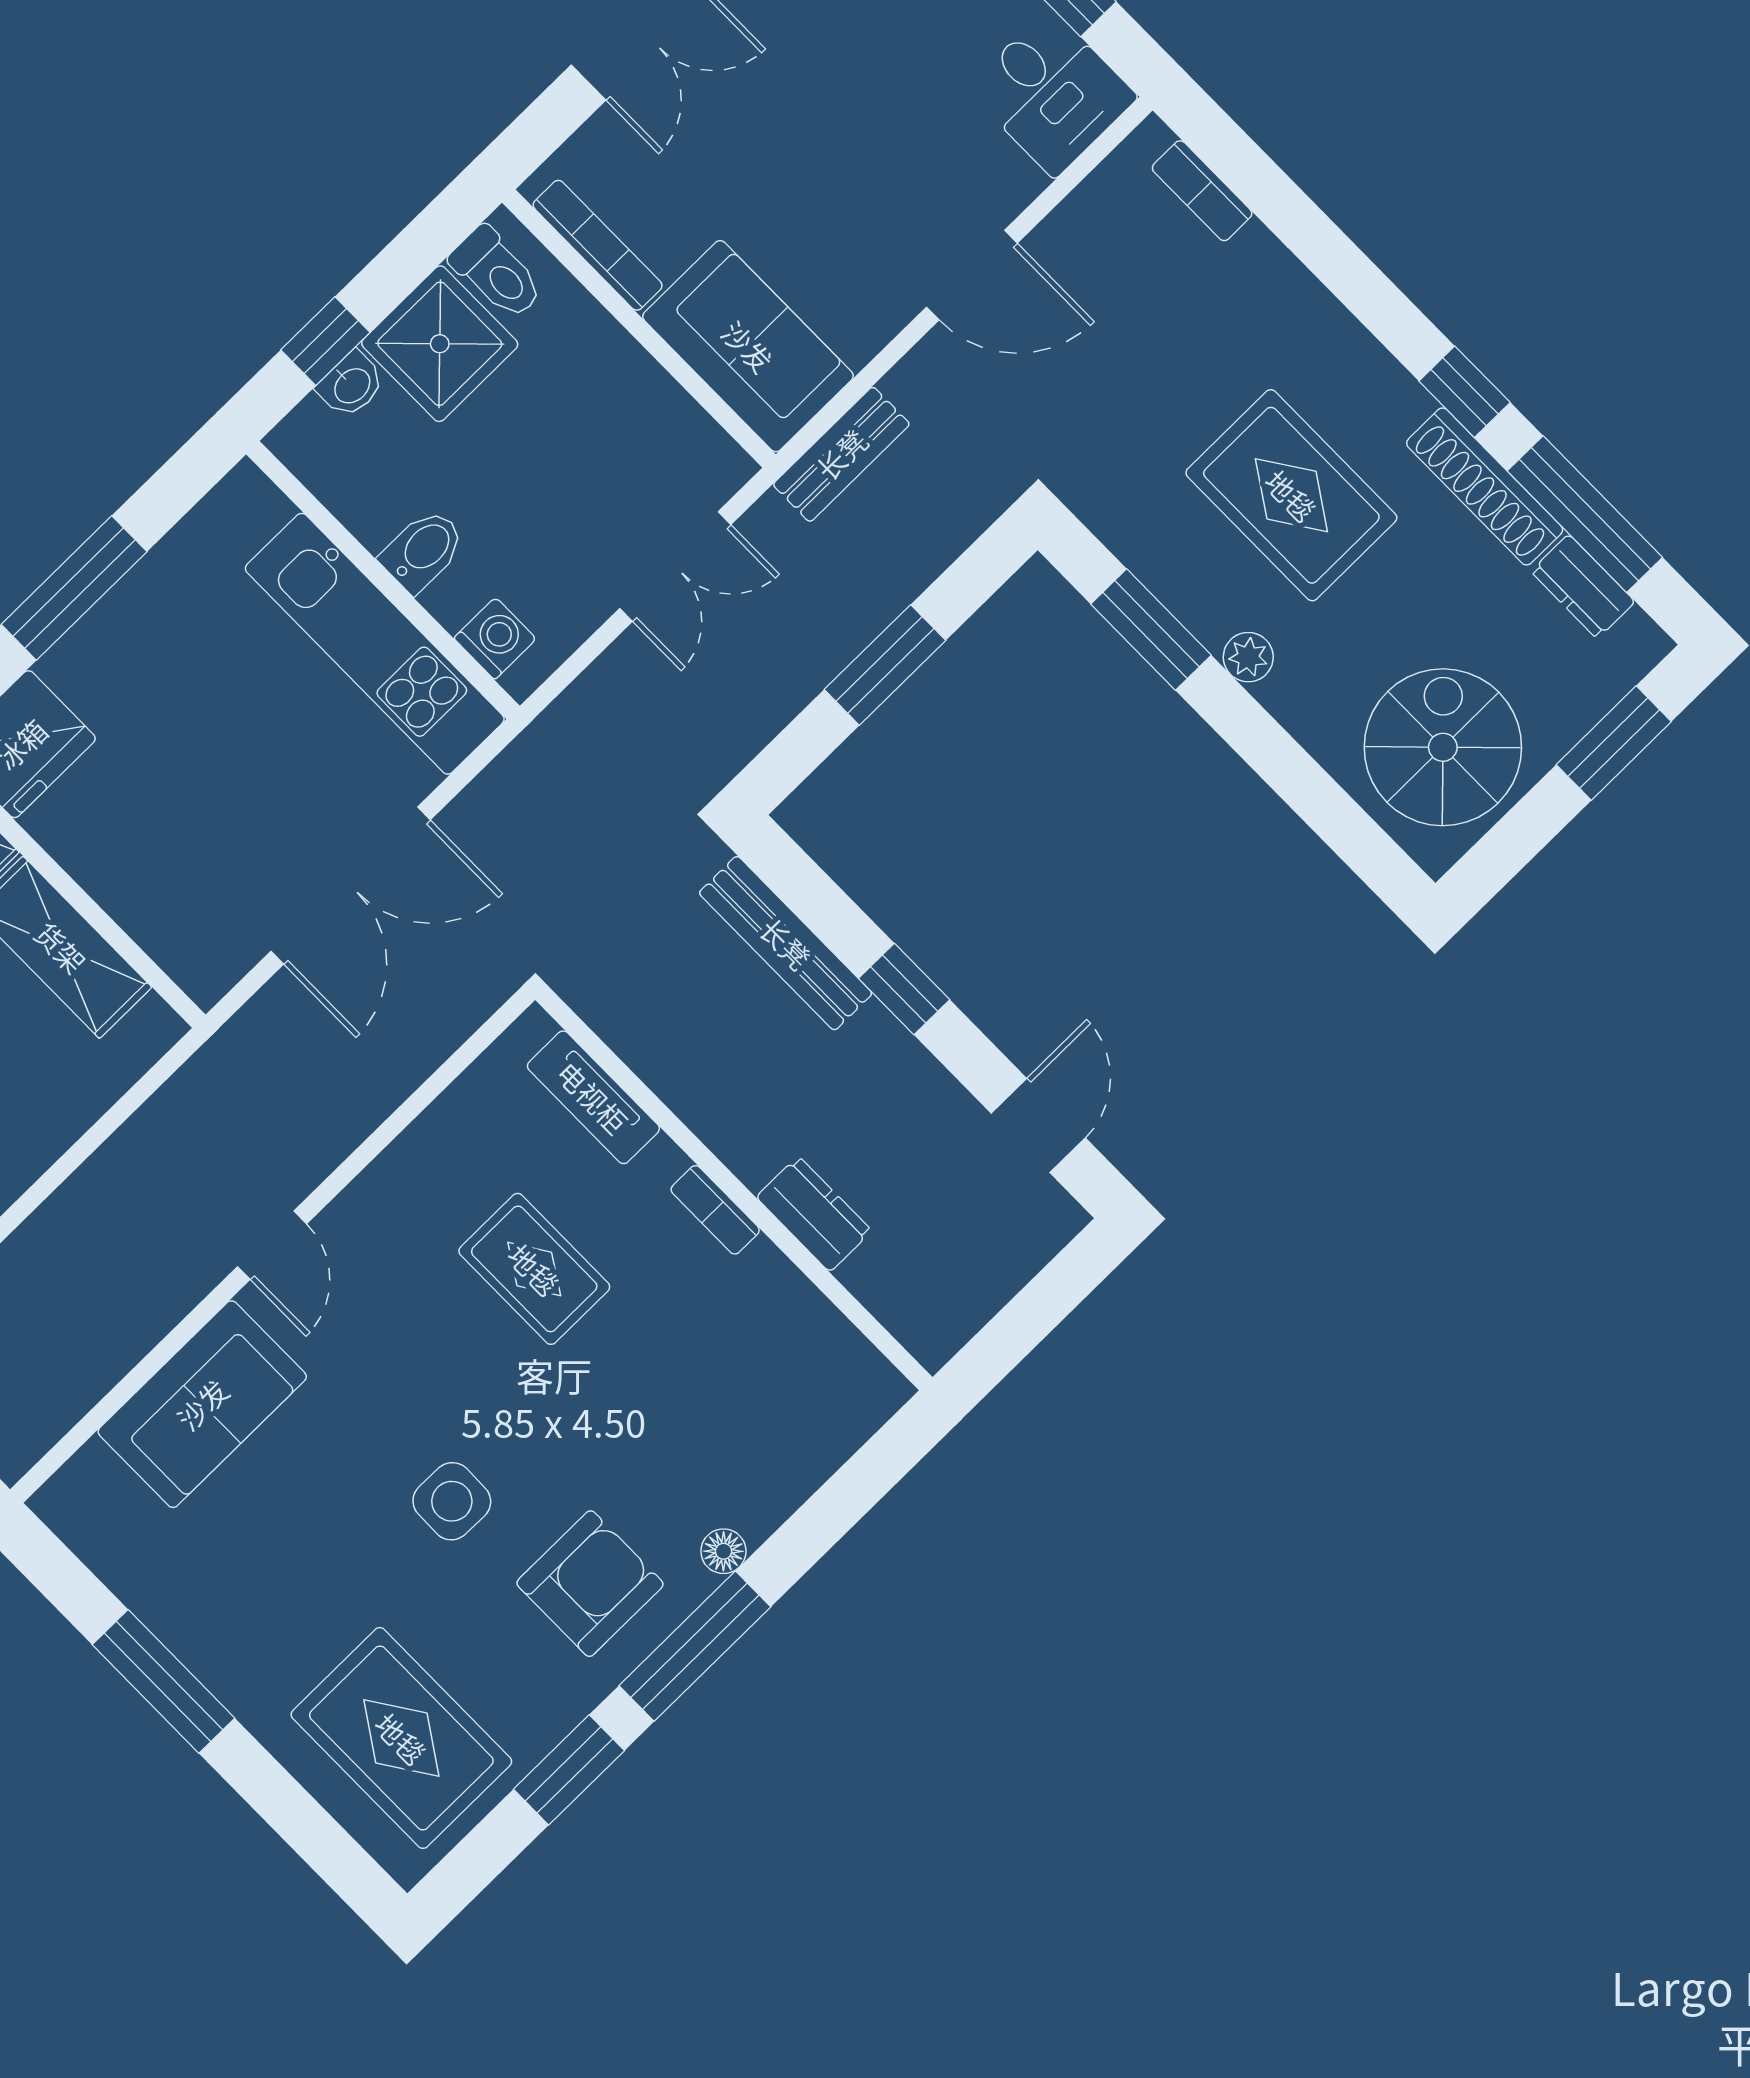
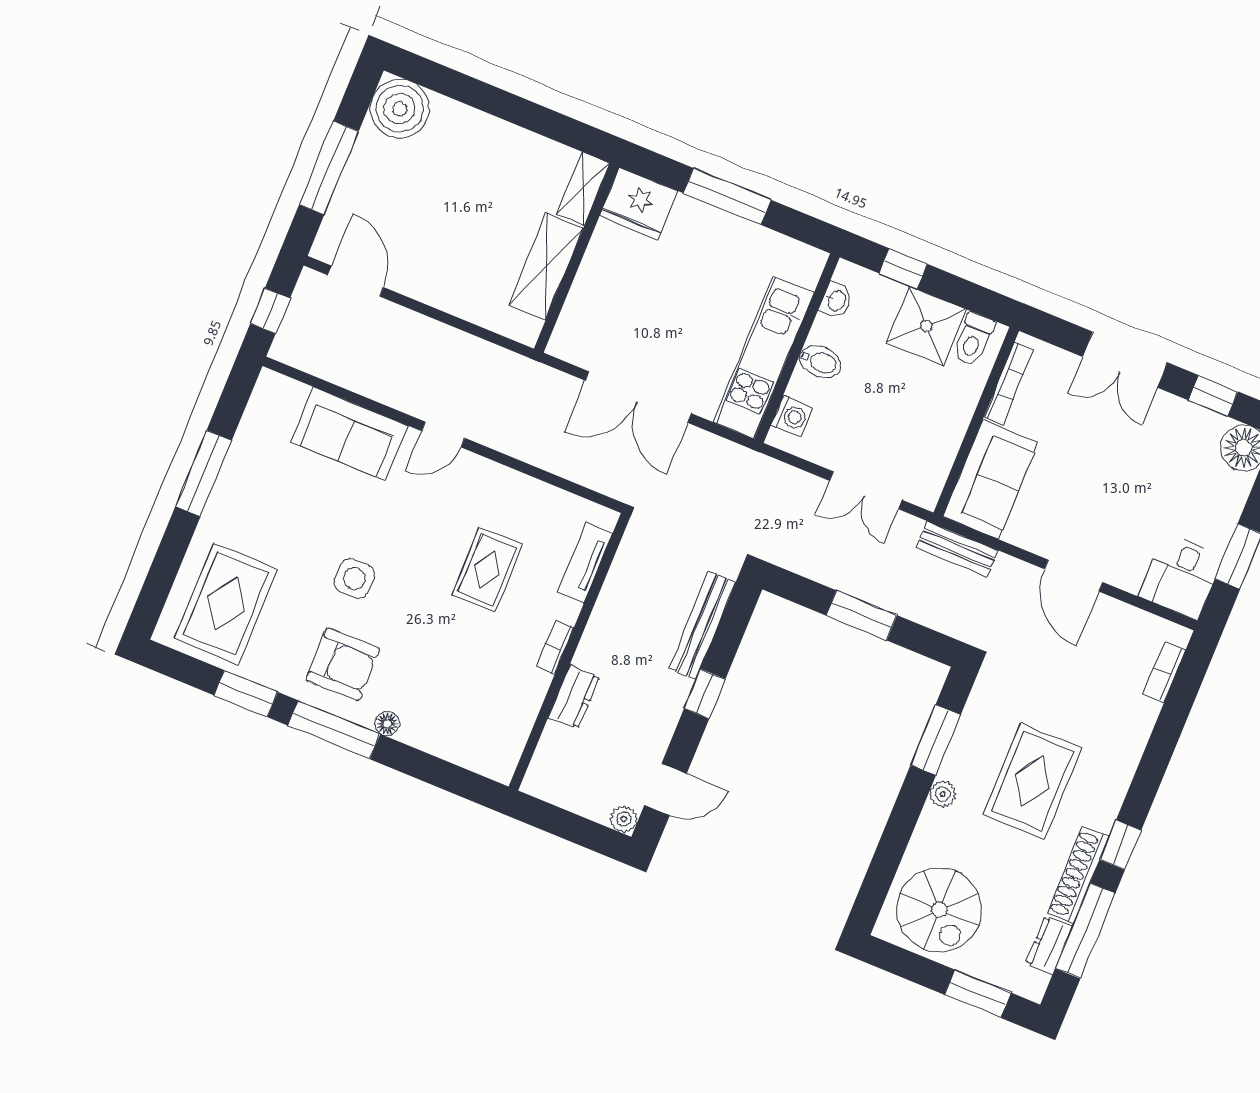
washbasin: (351, 385) -> (836, 300), moved, turned -90
spiral stairs: (1443, 747) -> (939, 910), turned 90
plant: (1058, 1218) -> (624, 819), added

